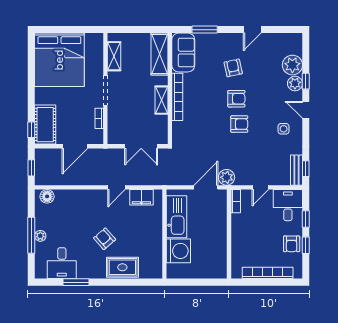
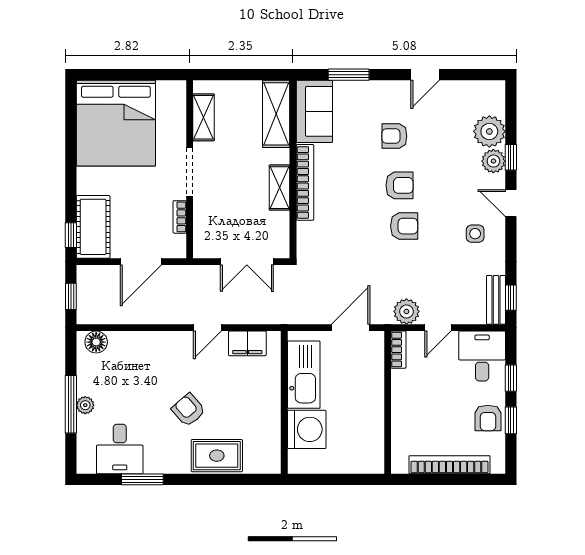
armchair: (233, 68) -> (394, 136), turned -78
plant: (227, 177) -> (406, 311), moved

